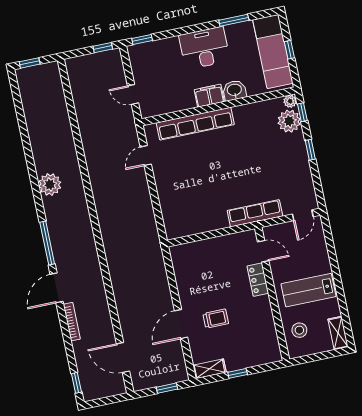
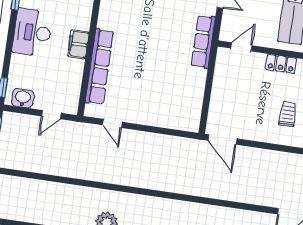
washbasin: (234, 90) -> (23, 98), moved, turned 90
locker: (258, 280) -> (281, 64), moved
door: (181, 324) -> (222, 140), moved

